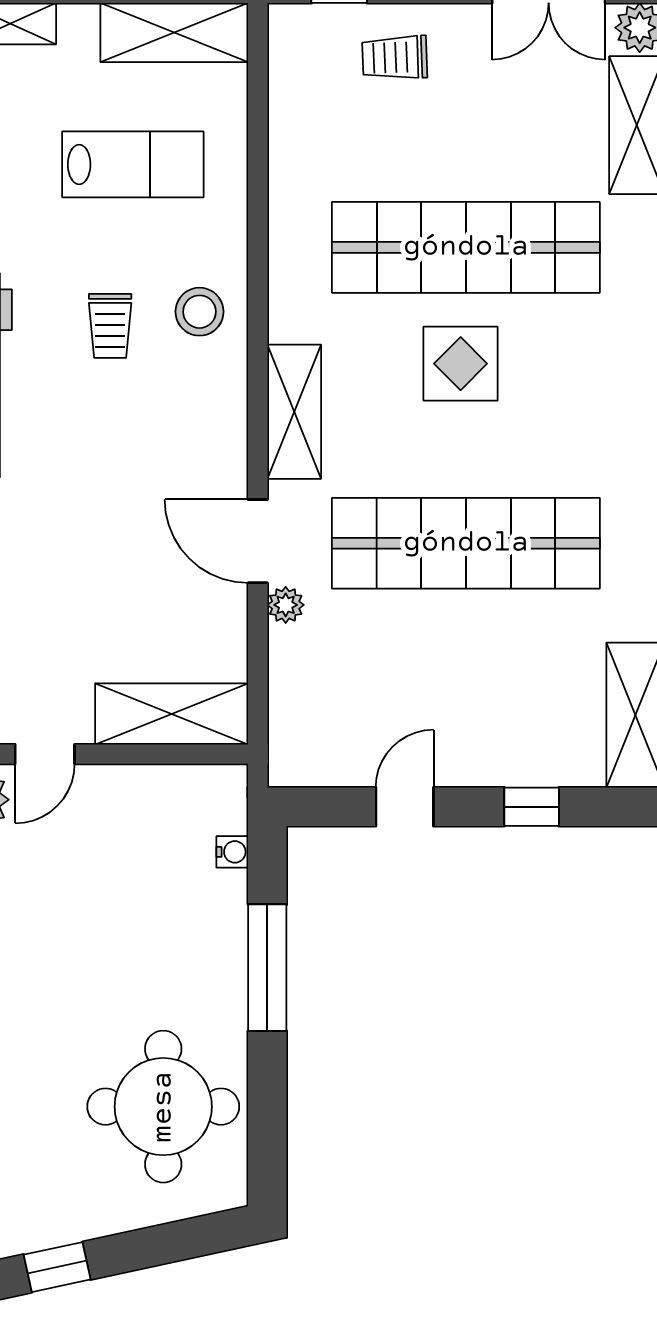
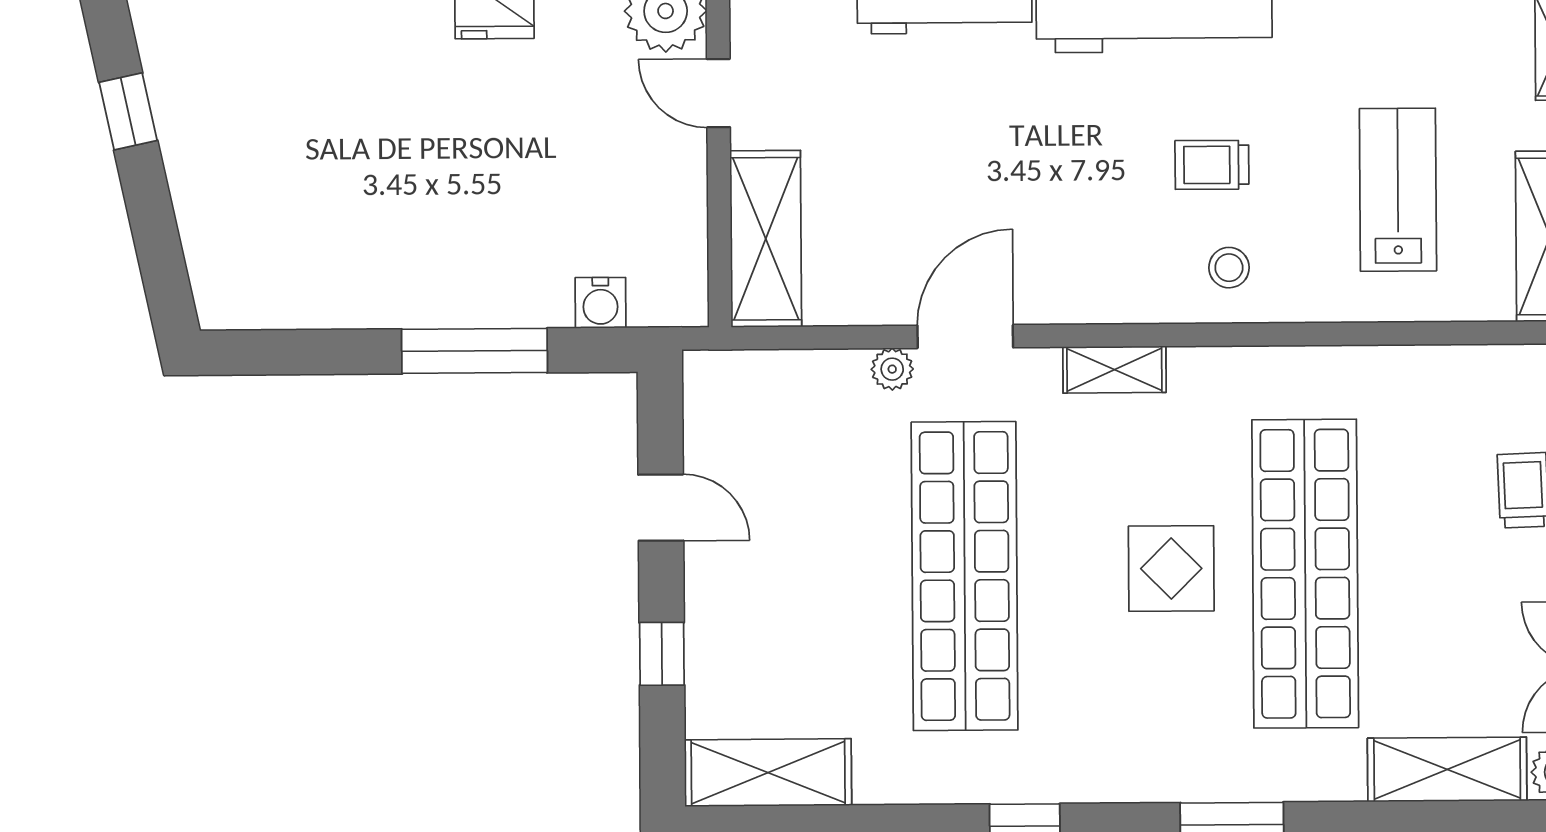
lab bench: (133, 164) -> (1398, 190), turned 180
stool: (199, 312) -> (1229, 268), width x0.73, depth x0.73
shelving: (294, 412) -> (1114, 370), width x0.67, depth x0.75
water cooler: (232, 852) -> (600, 303), width x1.38, depth x1.38
round table: (163, 1107) -> (314, 232), removed

